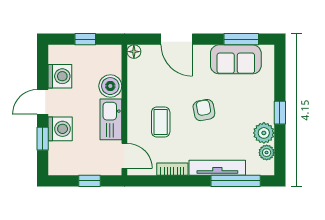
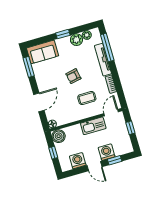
sofa: (236, 59) -> (43, 52), moved, turned 90
boiler: (110, 86) -> (59, 136), moved

